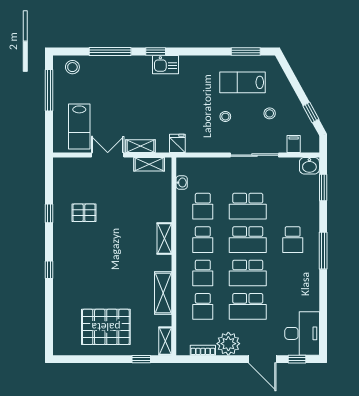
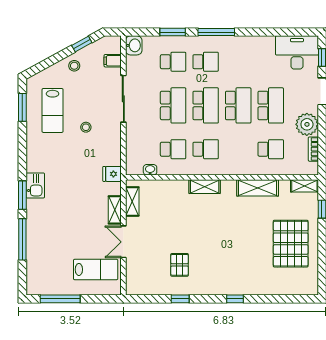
window: (156, 51) -> (22, 195), width x1.50
stool: (72, 67) -> (38, 276), removed
stool: (270, 113) -> (74, 66), moved
window: (323, 188) -> (173, 32), moved
school desk: (203, 273) -> (173, 62), moved

